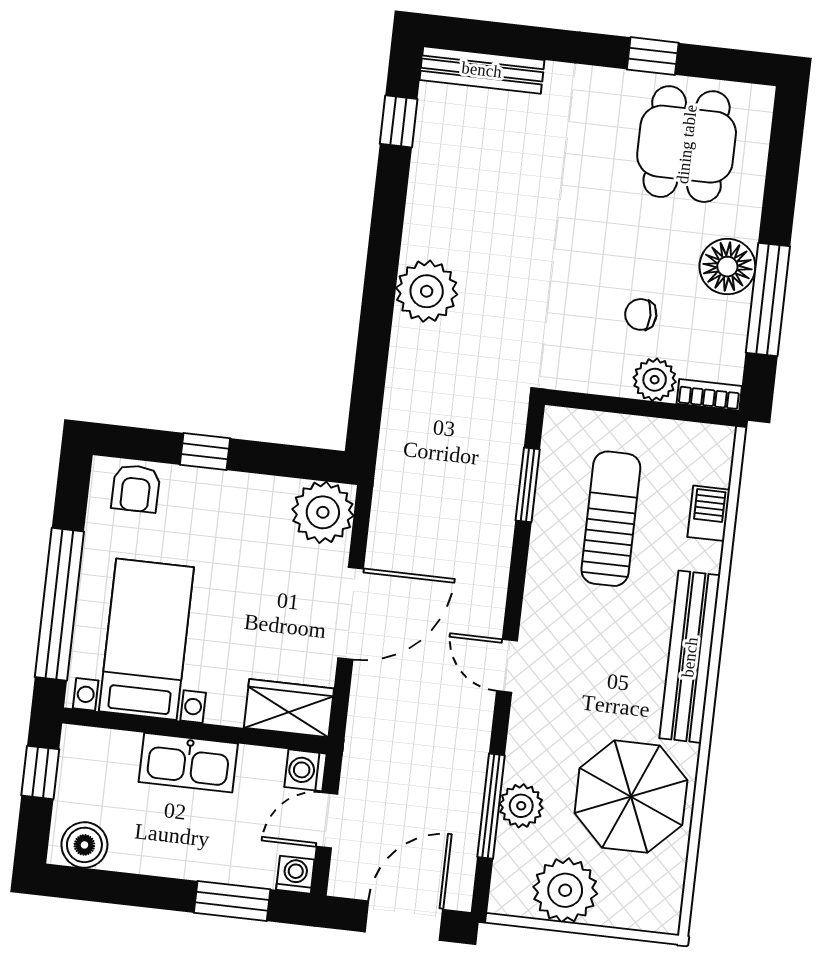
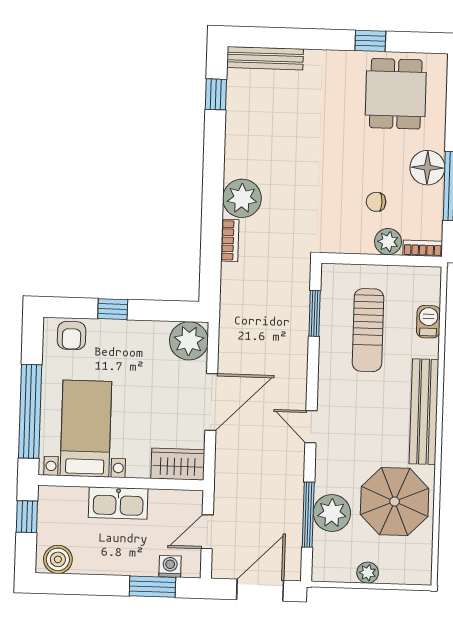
bookcase: (402, 357) -> (230, 240), added
sun lounger: (611, 519) -> (368, 330), turned 180
washing machine: (305, 770) -> (191, 502), removed
plant: (521, 806) -> (332, 513), width x1.36, depth x1.36
washing machine: (295, 875) -> (170, 566), moved
plant: (565, 890) -> (368, 573), width x0.53, depth x0.53

